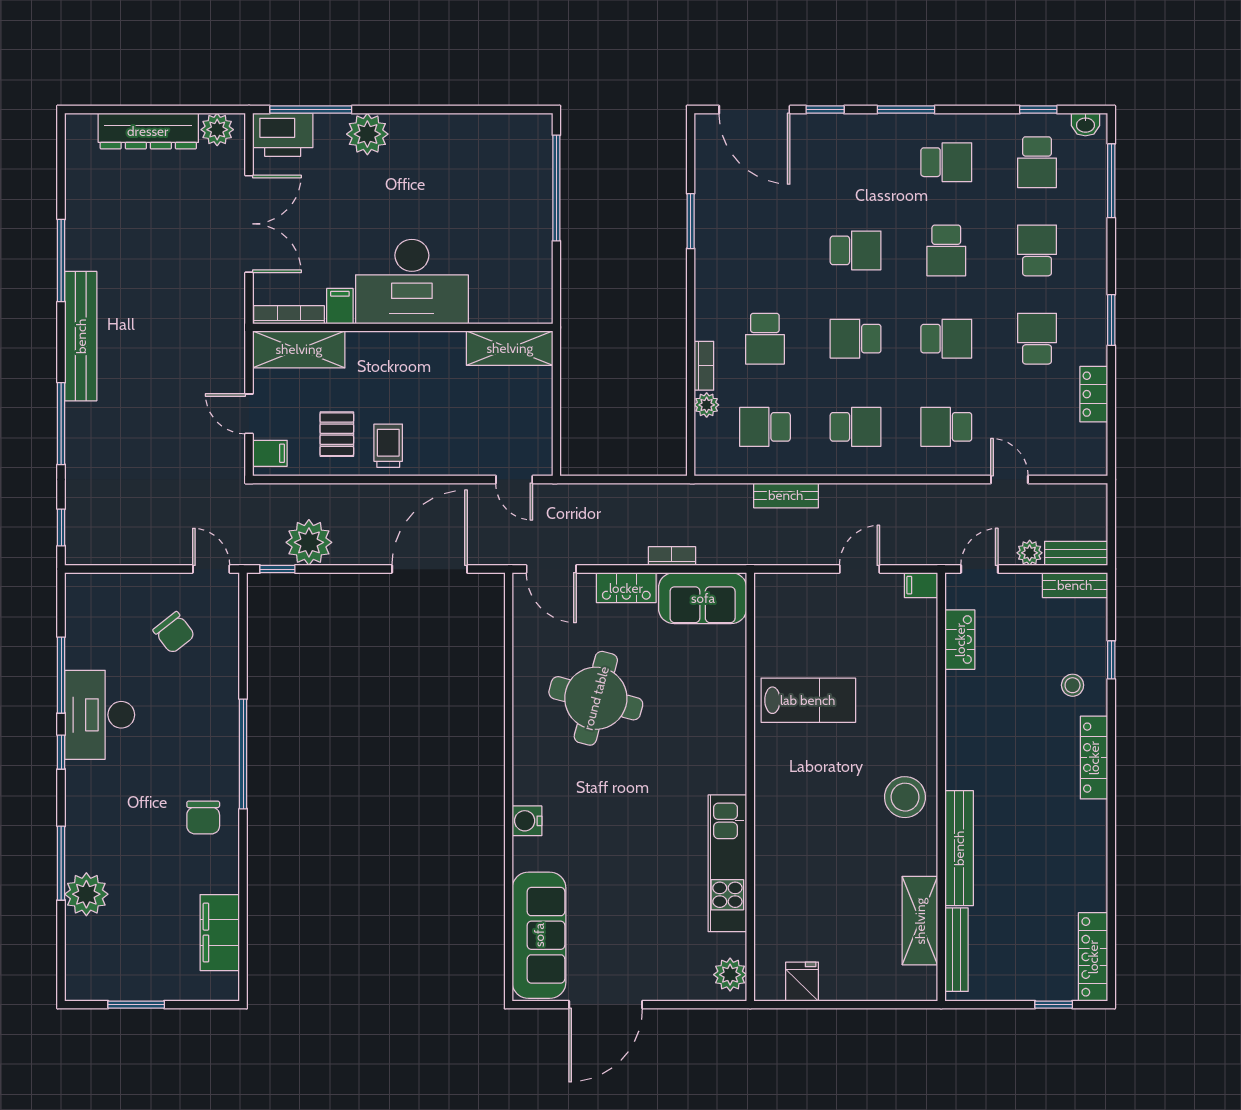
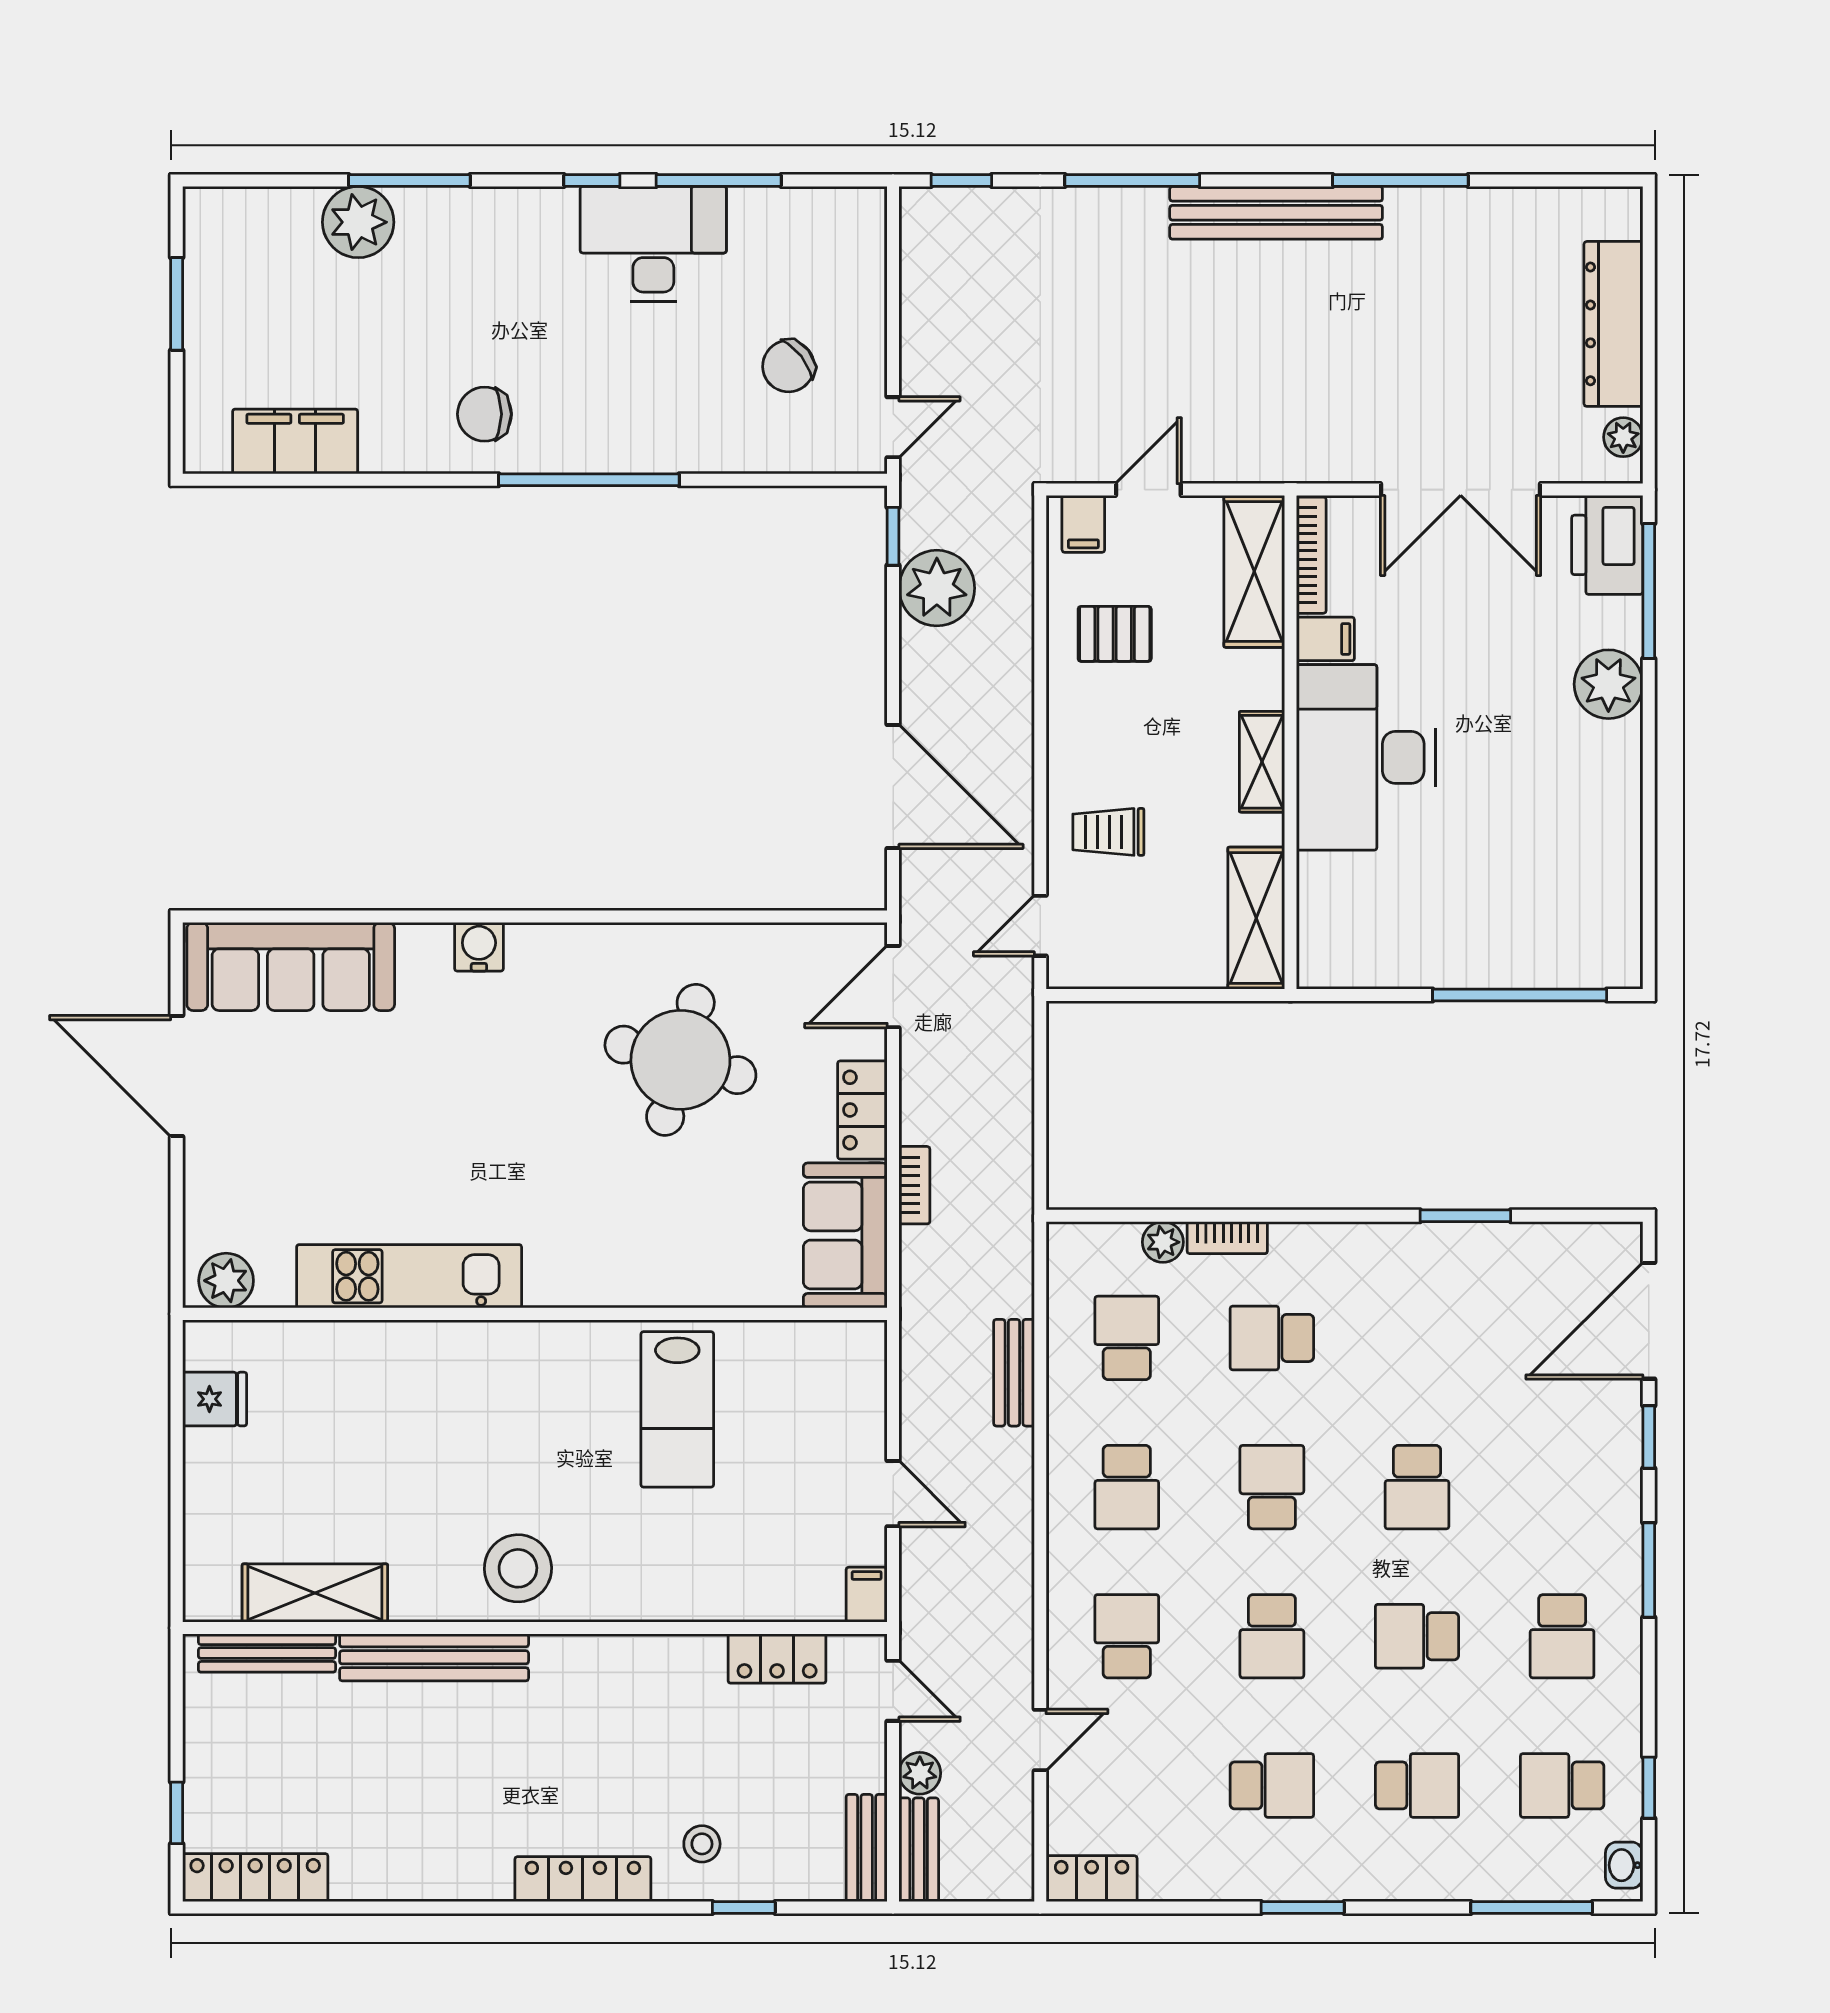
plant: (217, 130) -> (1623, 437), width x0.73, depth x0.73
shelving: (415, 345) -> (1262, 762), added
locker: (1094, 394) -> (1092, 1879), moved
trolley: (388, 446) -> (1108, 832), moved, turned 180

